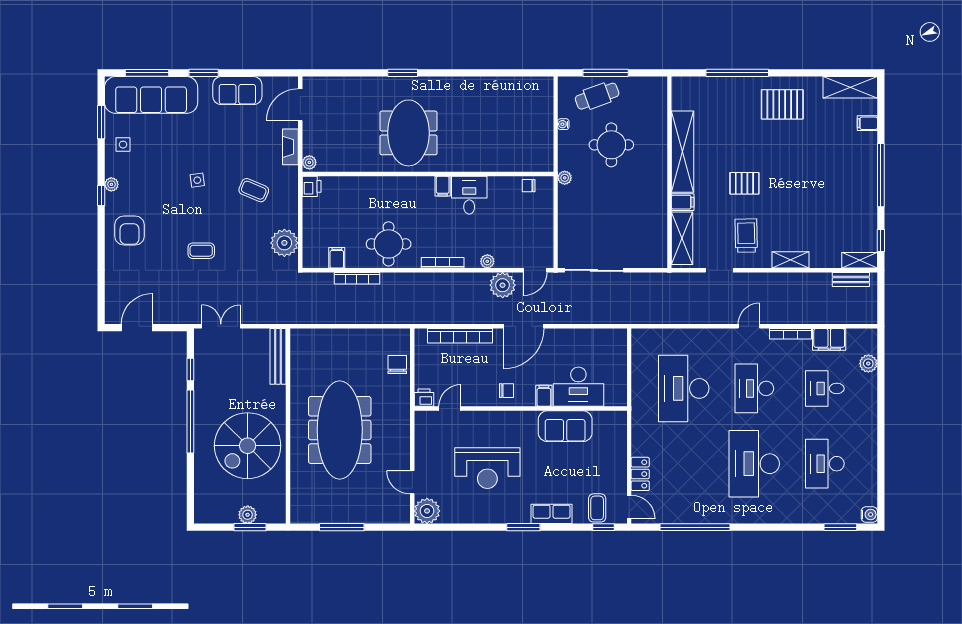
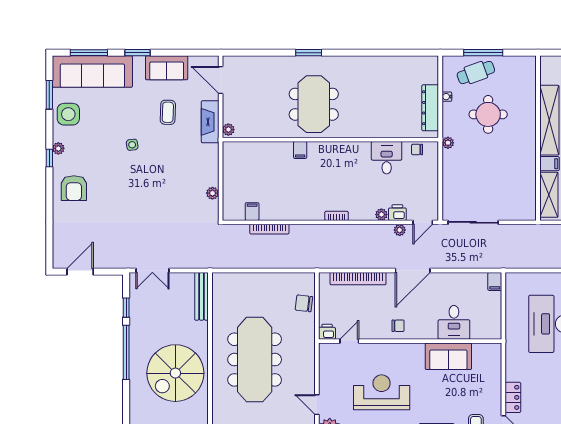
door: (300, 105) -> (221, 80), hinge flipped
dresser: (544, 137) -> (430, 108), added
side table: (123, 145) -> (68, 114), width x1.87, depth x1.87
fireplace: (290, 147) -> (210, 122), width x1.37, depth x1.32
printer: (312, 186) -> (397, 213), moved, turned -90
filing cabinet: (443, 186) -> (300, 150), moved
coffee table: (254, 190) -> (168, 112), moved, turned 69
desk: (469, 195) -> (387, 158), moved
plant: (284, 243) -> (212, 193), width x0.53, depth x0.53
round table: (389, 244) -> (297, 200), removed
coffee table: (201, 251) -> (135, 205), removed
bookcase: (443, 263) -> (337, 216), width x0.64
plant: (503, 285) -> (400, 230), width x0.53, depth x0.53
double door: (221, 326) -> (152, 270), swing flipped
chair: (397, 365) -> (304, 303), turned -83
desk: (578, 387) -> (454, 322), width x0.73
filing cabinet: (544, 396) -> (495, 281), moved, turned 180
reception desk: (487, 468) -> (382, 392), turned 180

